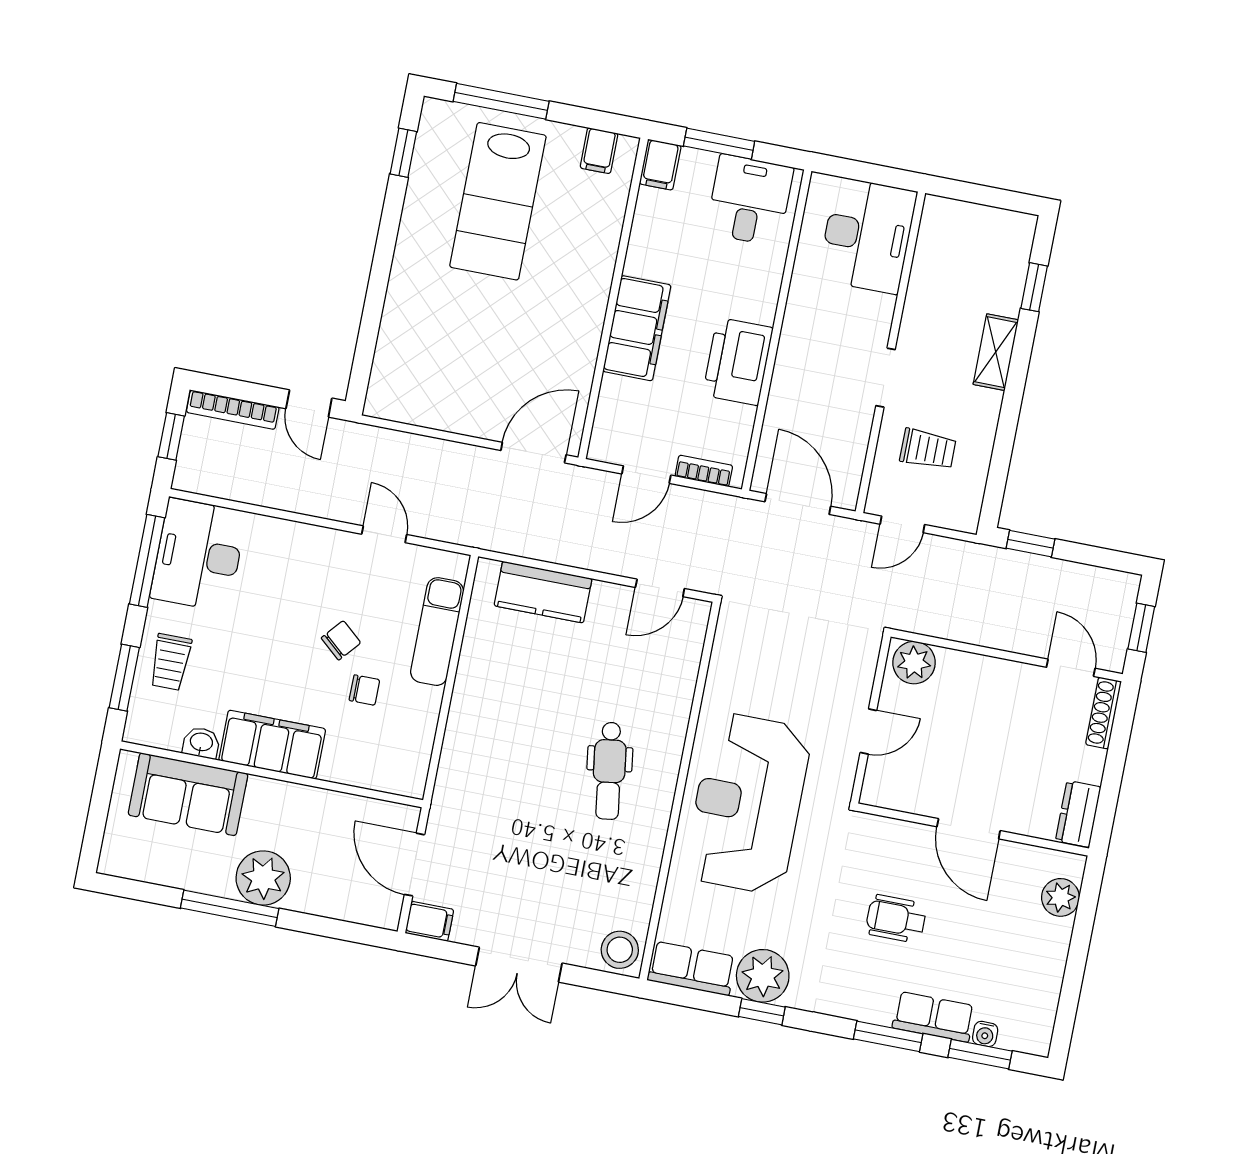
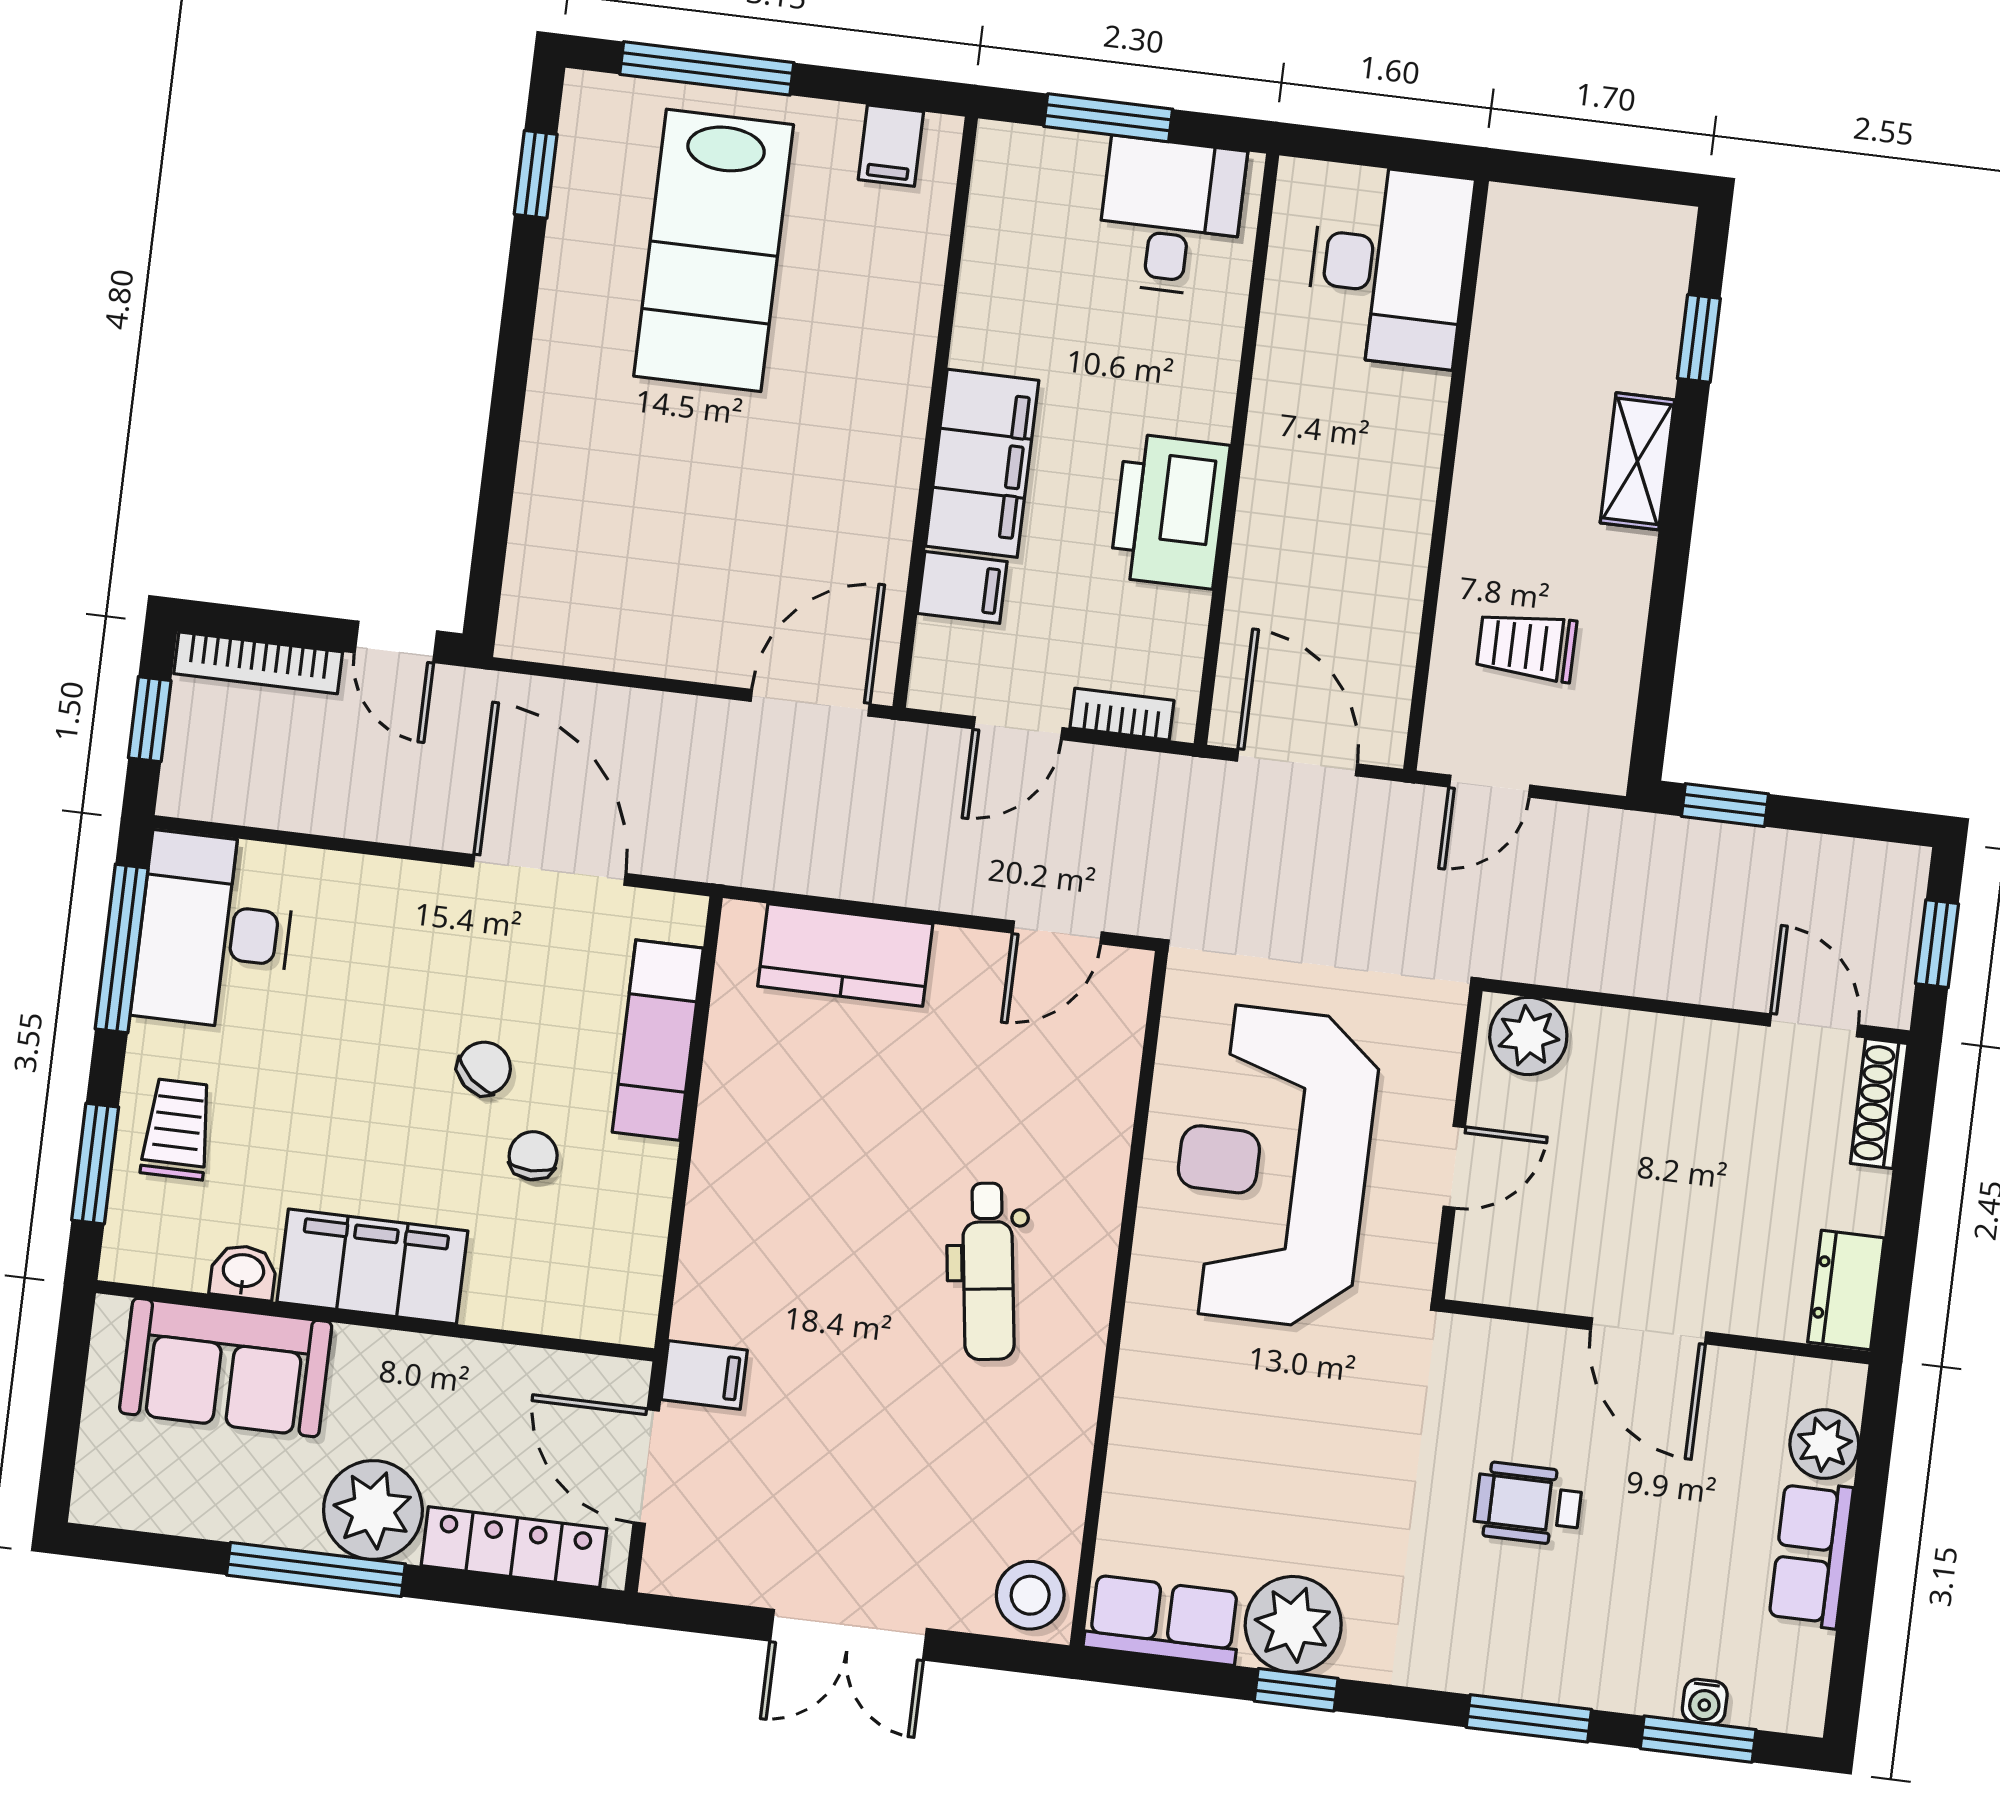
filing cabinet: (660, 165) -> (962, 587), moved, turned -90
doorway: (886, 378) -> (1440, 522), removed
trolley: (928, 449) -> (1526, 646), turned 180
door: (384, 534) -> (549, 870), width x1.88
trolley: (170, 662) -> (177, 1129), turned 180
chair: (364, 690) -> (533, 1156), turned -90
reception desk: (748, 803) -> (1273, 1166), moved
locker: (339, 904) -> (514, 1547), added
filing cabinet: (429, 921) -> (704, 1375), moved
row of seats: (934, 1017) -> (1811, 1554), moved, turned -90

